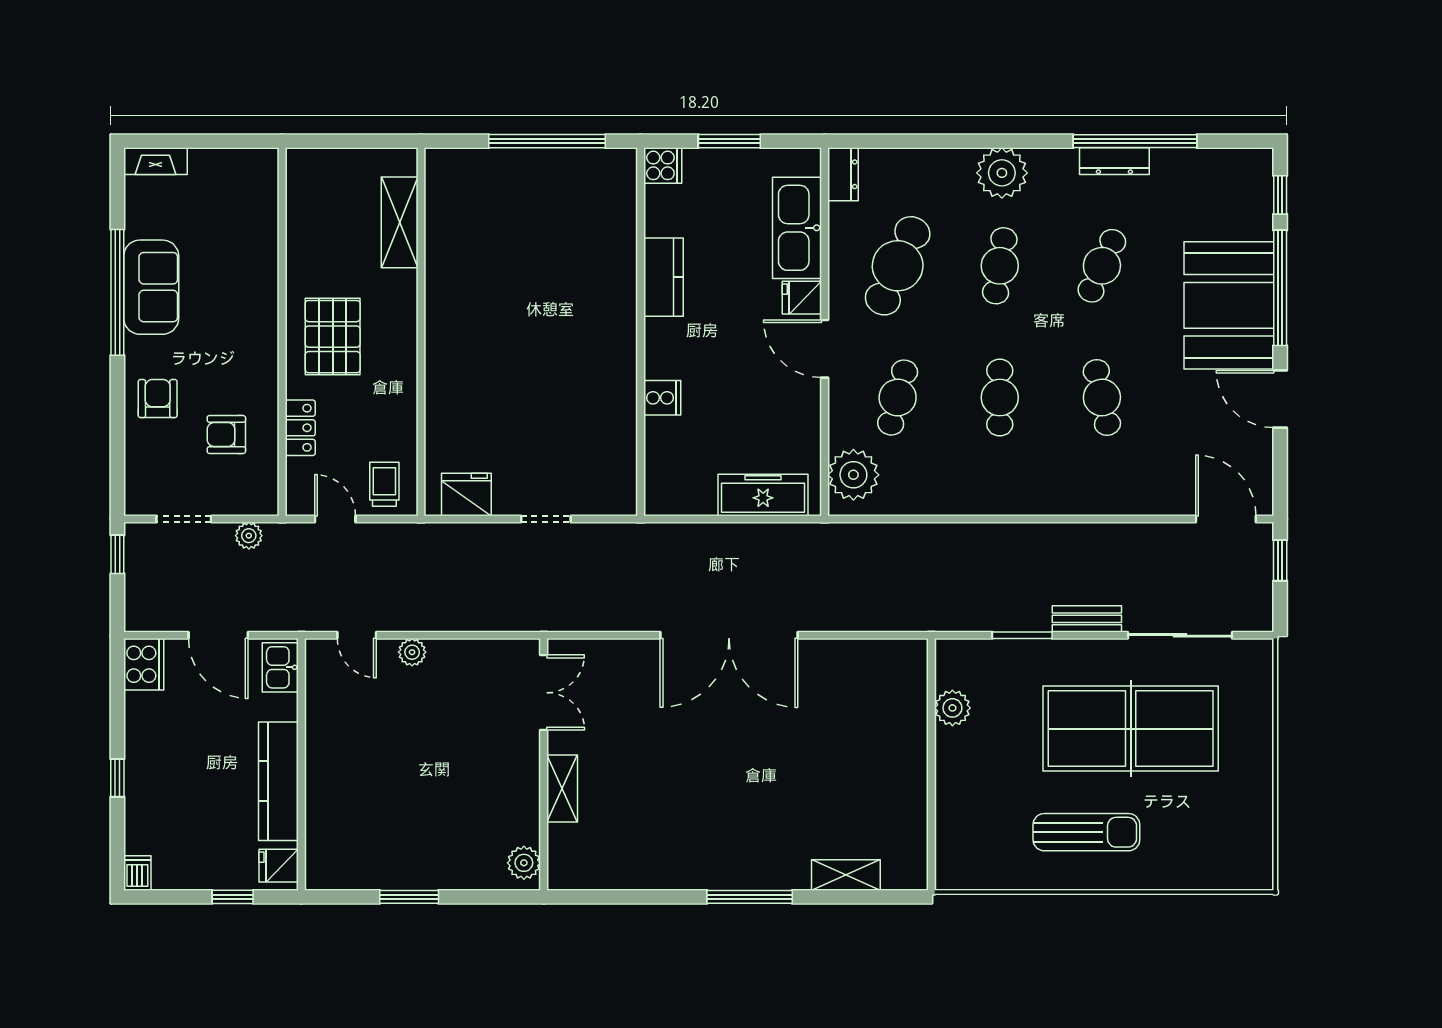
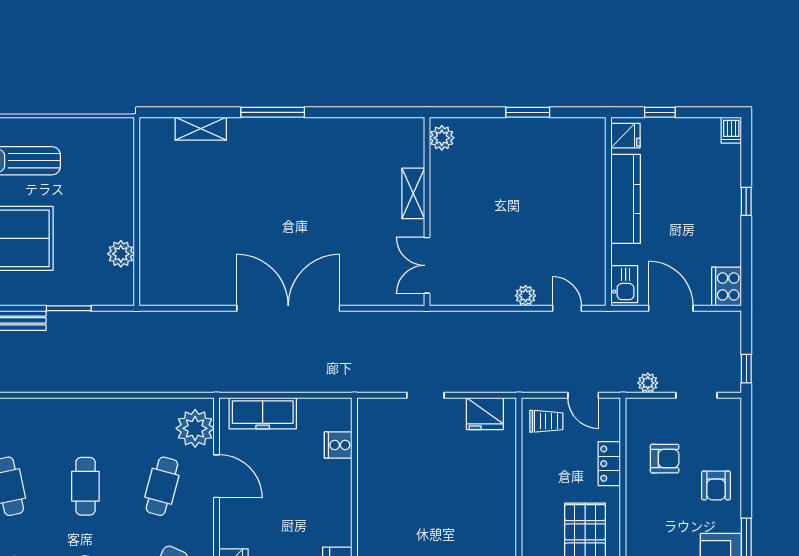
door: (825, 349) -> (217, 476), moved
cooker: (662, 398) -> (338, 445), moved
trolley: (384, 484) -> (546, 421), turned -90

